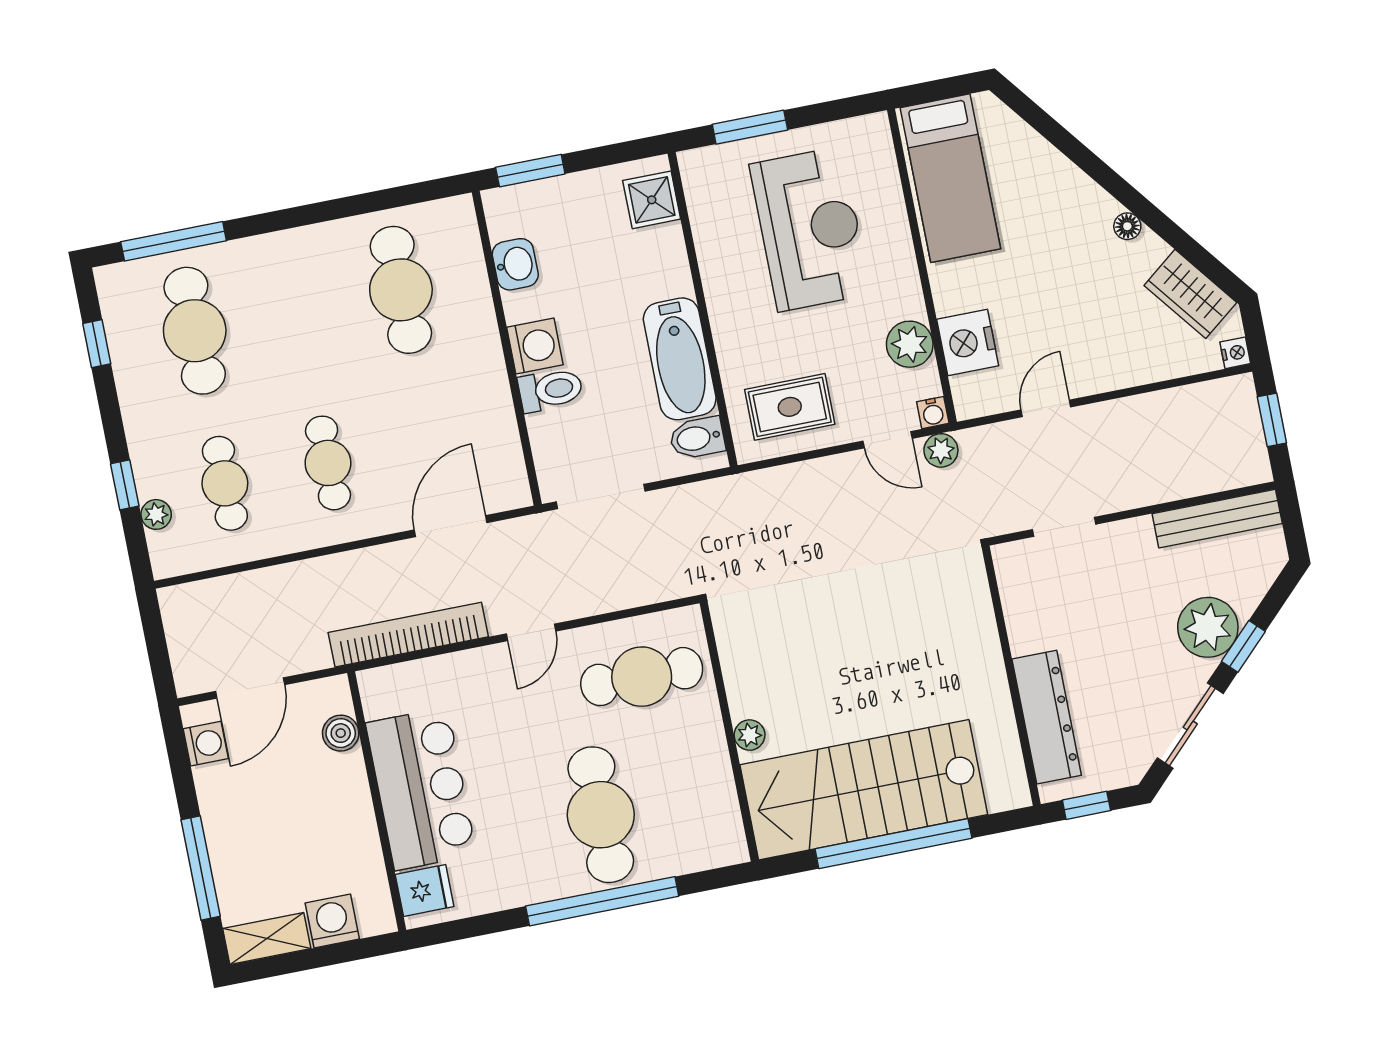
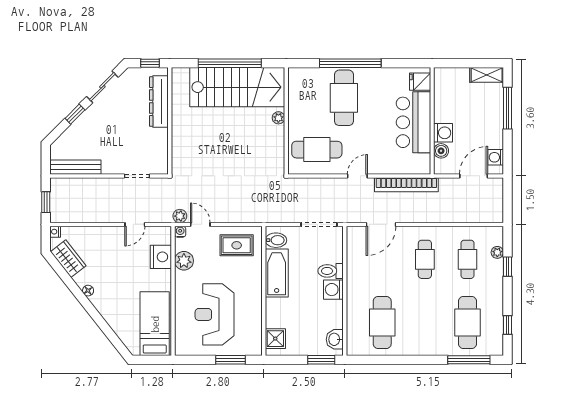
washbasin: (515, 264) -> (335, 339), moved
plant: (1208, 627) -> (88, 125), removed
washing machine: (332, 921) -> (443, 133), moved, turned -90

